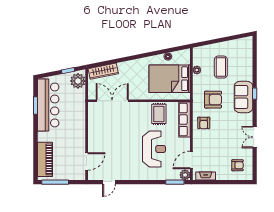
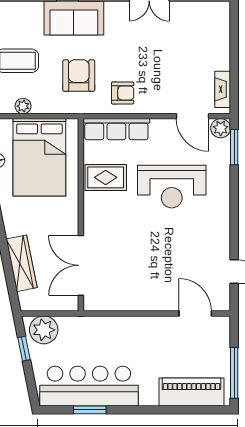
wardrobe: (103, 71) -> (21, 263), moved
reception desk: (154, 149) -> (172, 187), turned 180
armchair: (237, 165) -> (202, 29), removed

